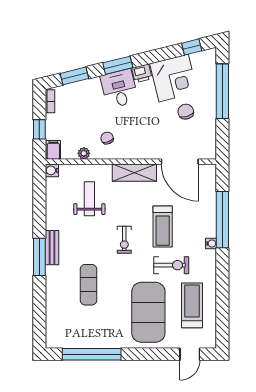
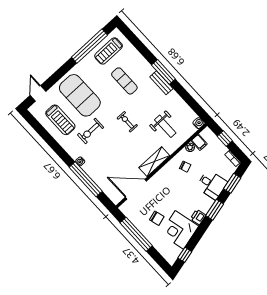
desk: (119, 89) -> (212, 185), moved
window: (222, 91) -> (136, 234), moved
filing cabinet: (53, 150) -> (199, 142), moved
treadmill: (163, 227) -> (109, 51), moved, turned -90

